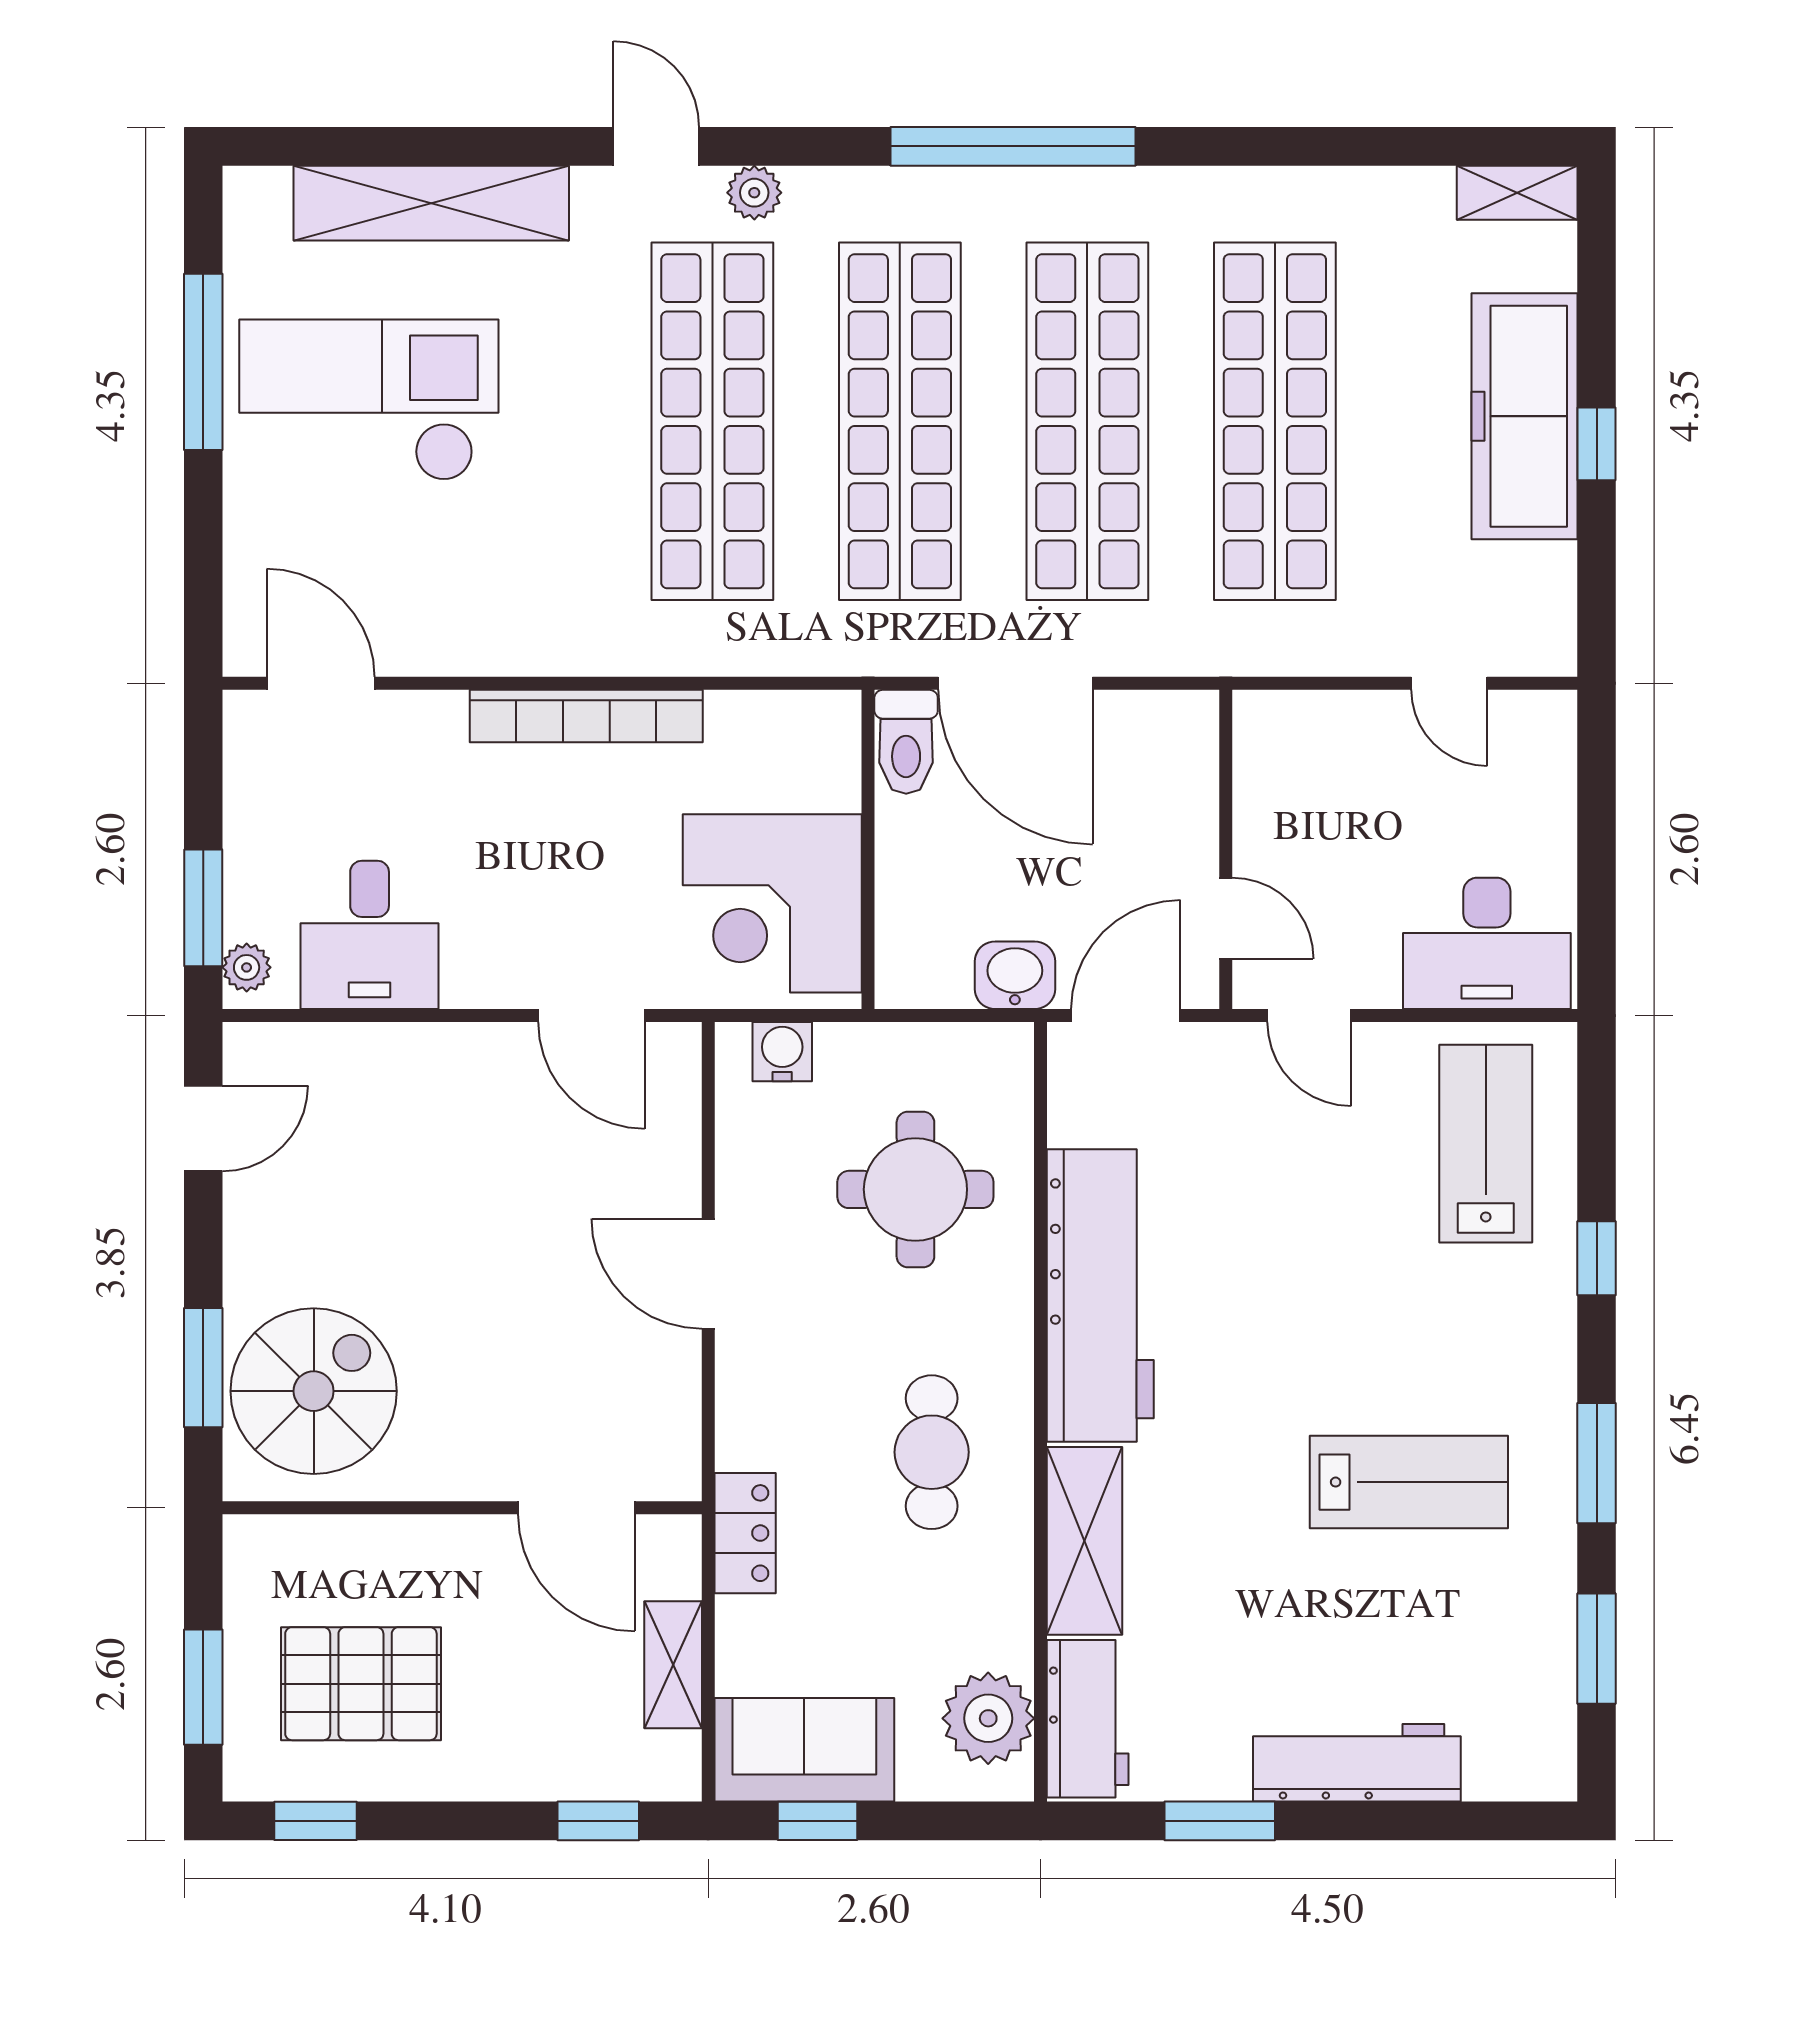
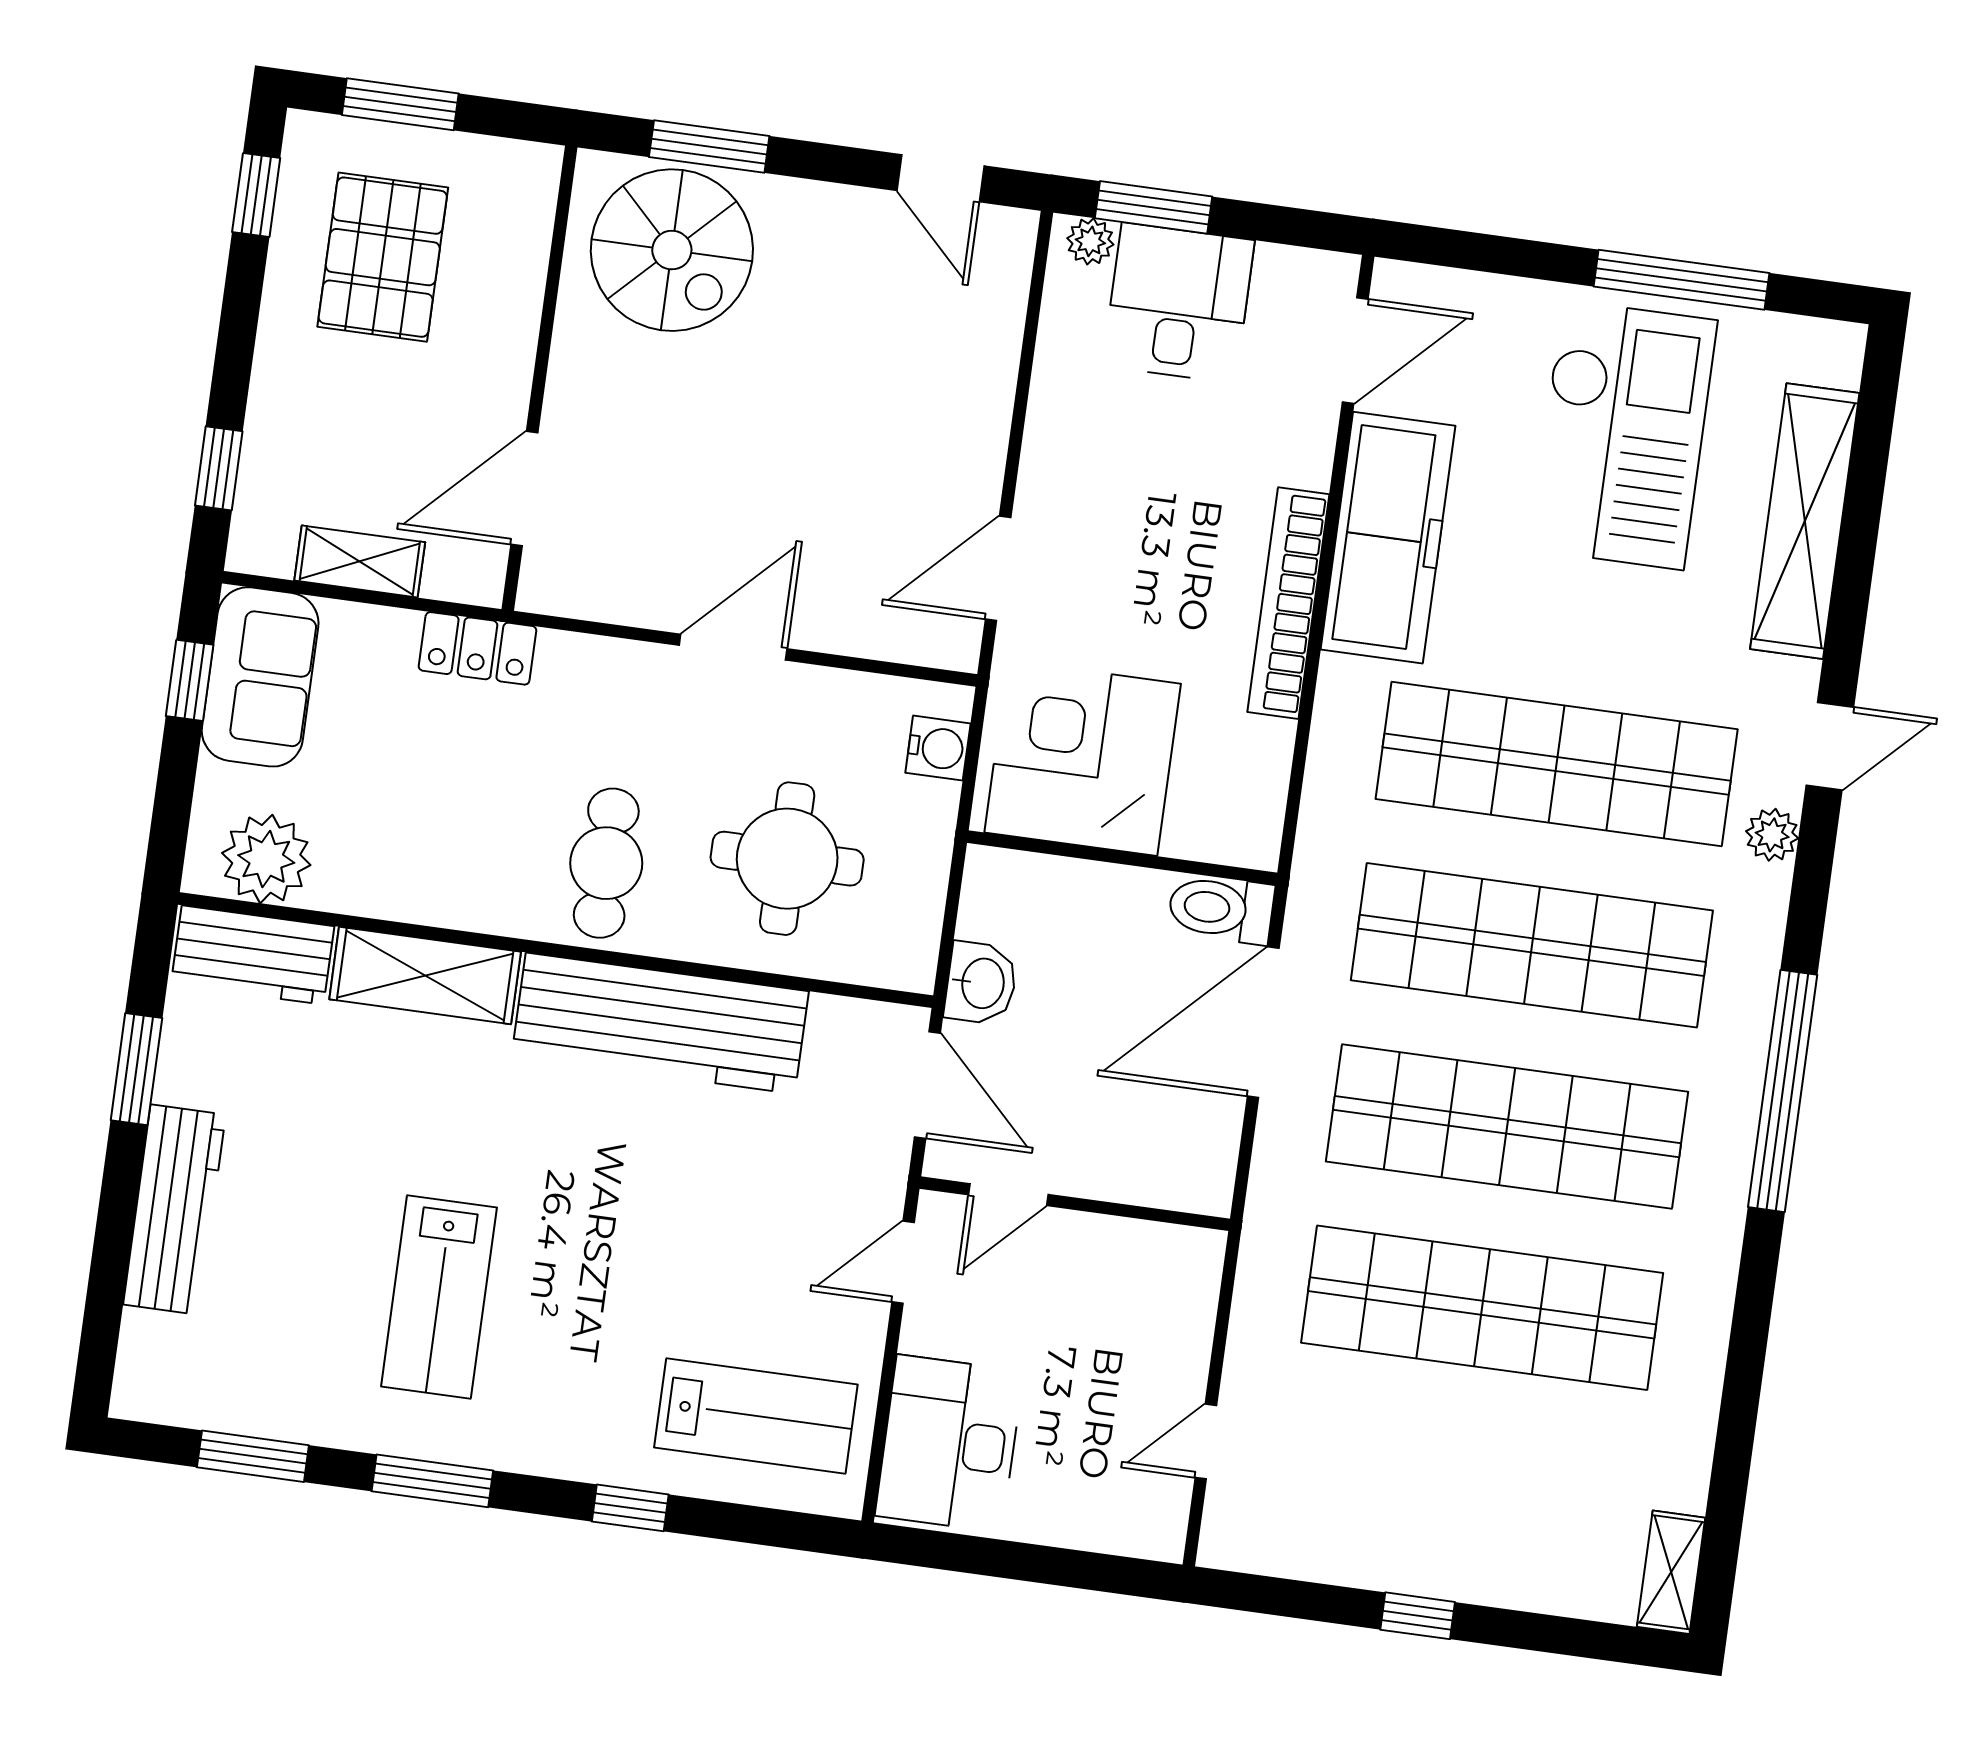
freezer: (1525, 416) -> (1388, 538), moved, turned 90
desk: (370, 935) -> (1179, 303), moved, turned 90
cafe table: (932, 1452) -> (606, 863), moved, turned 90

